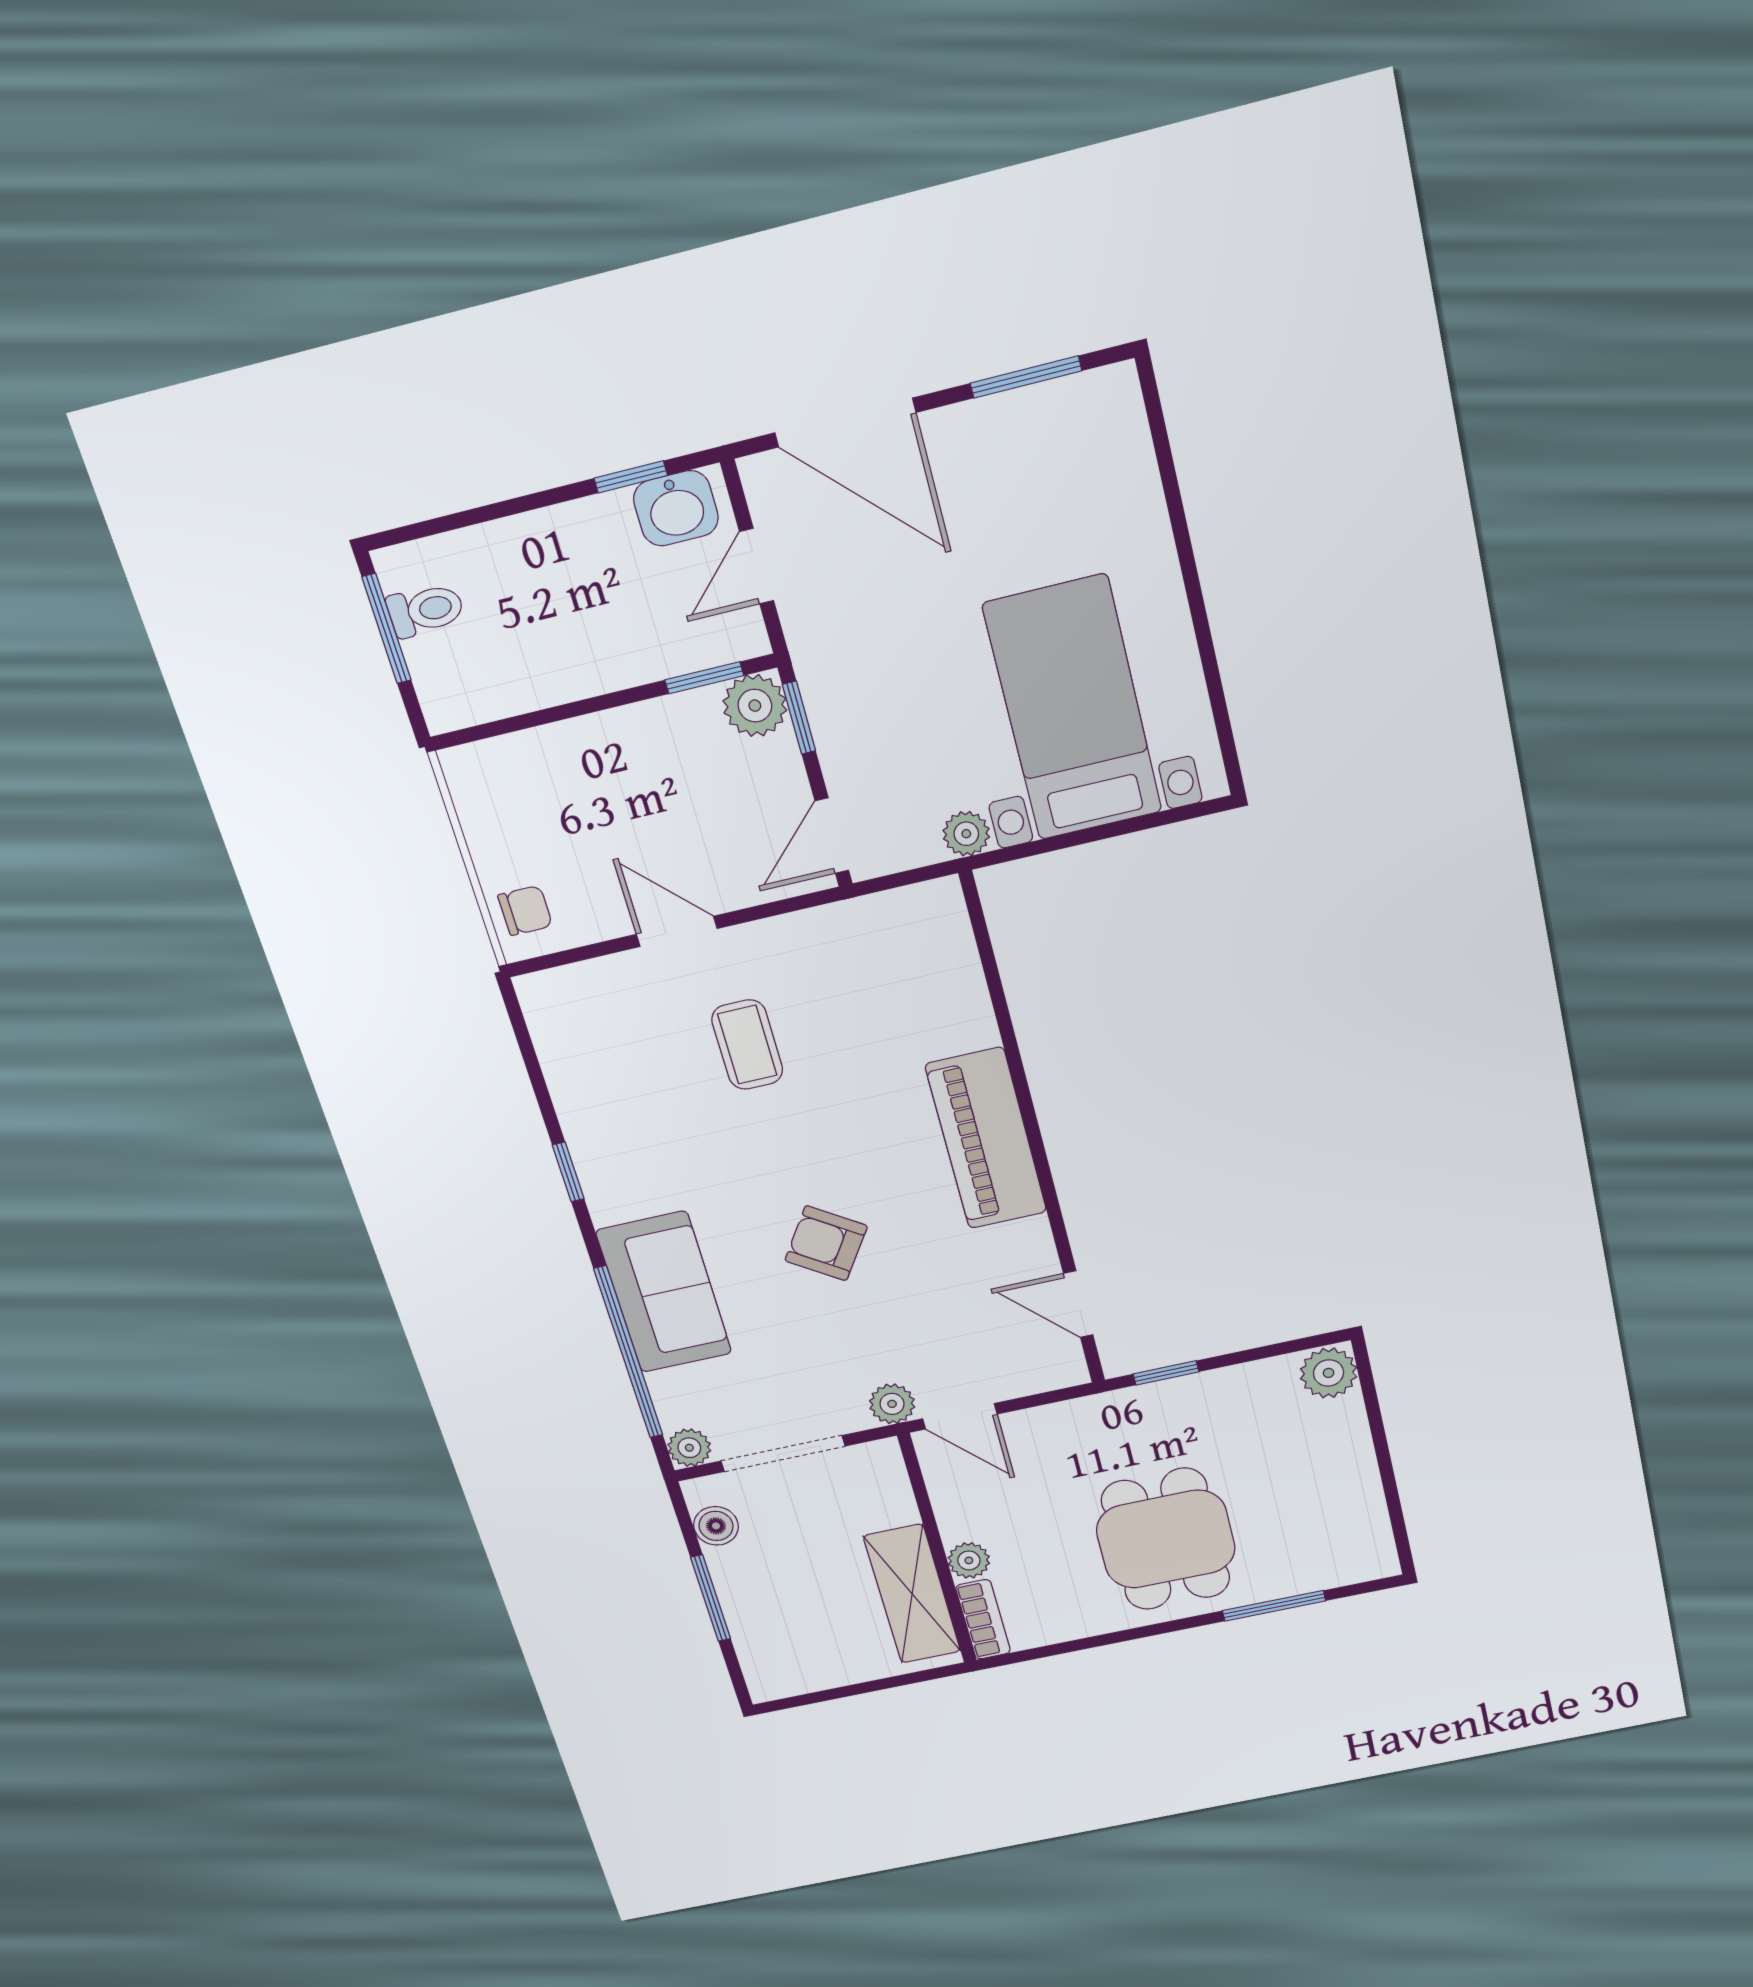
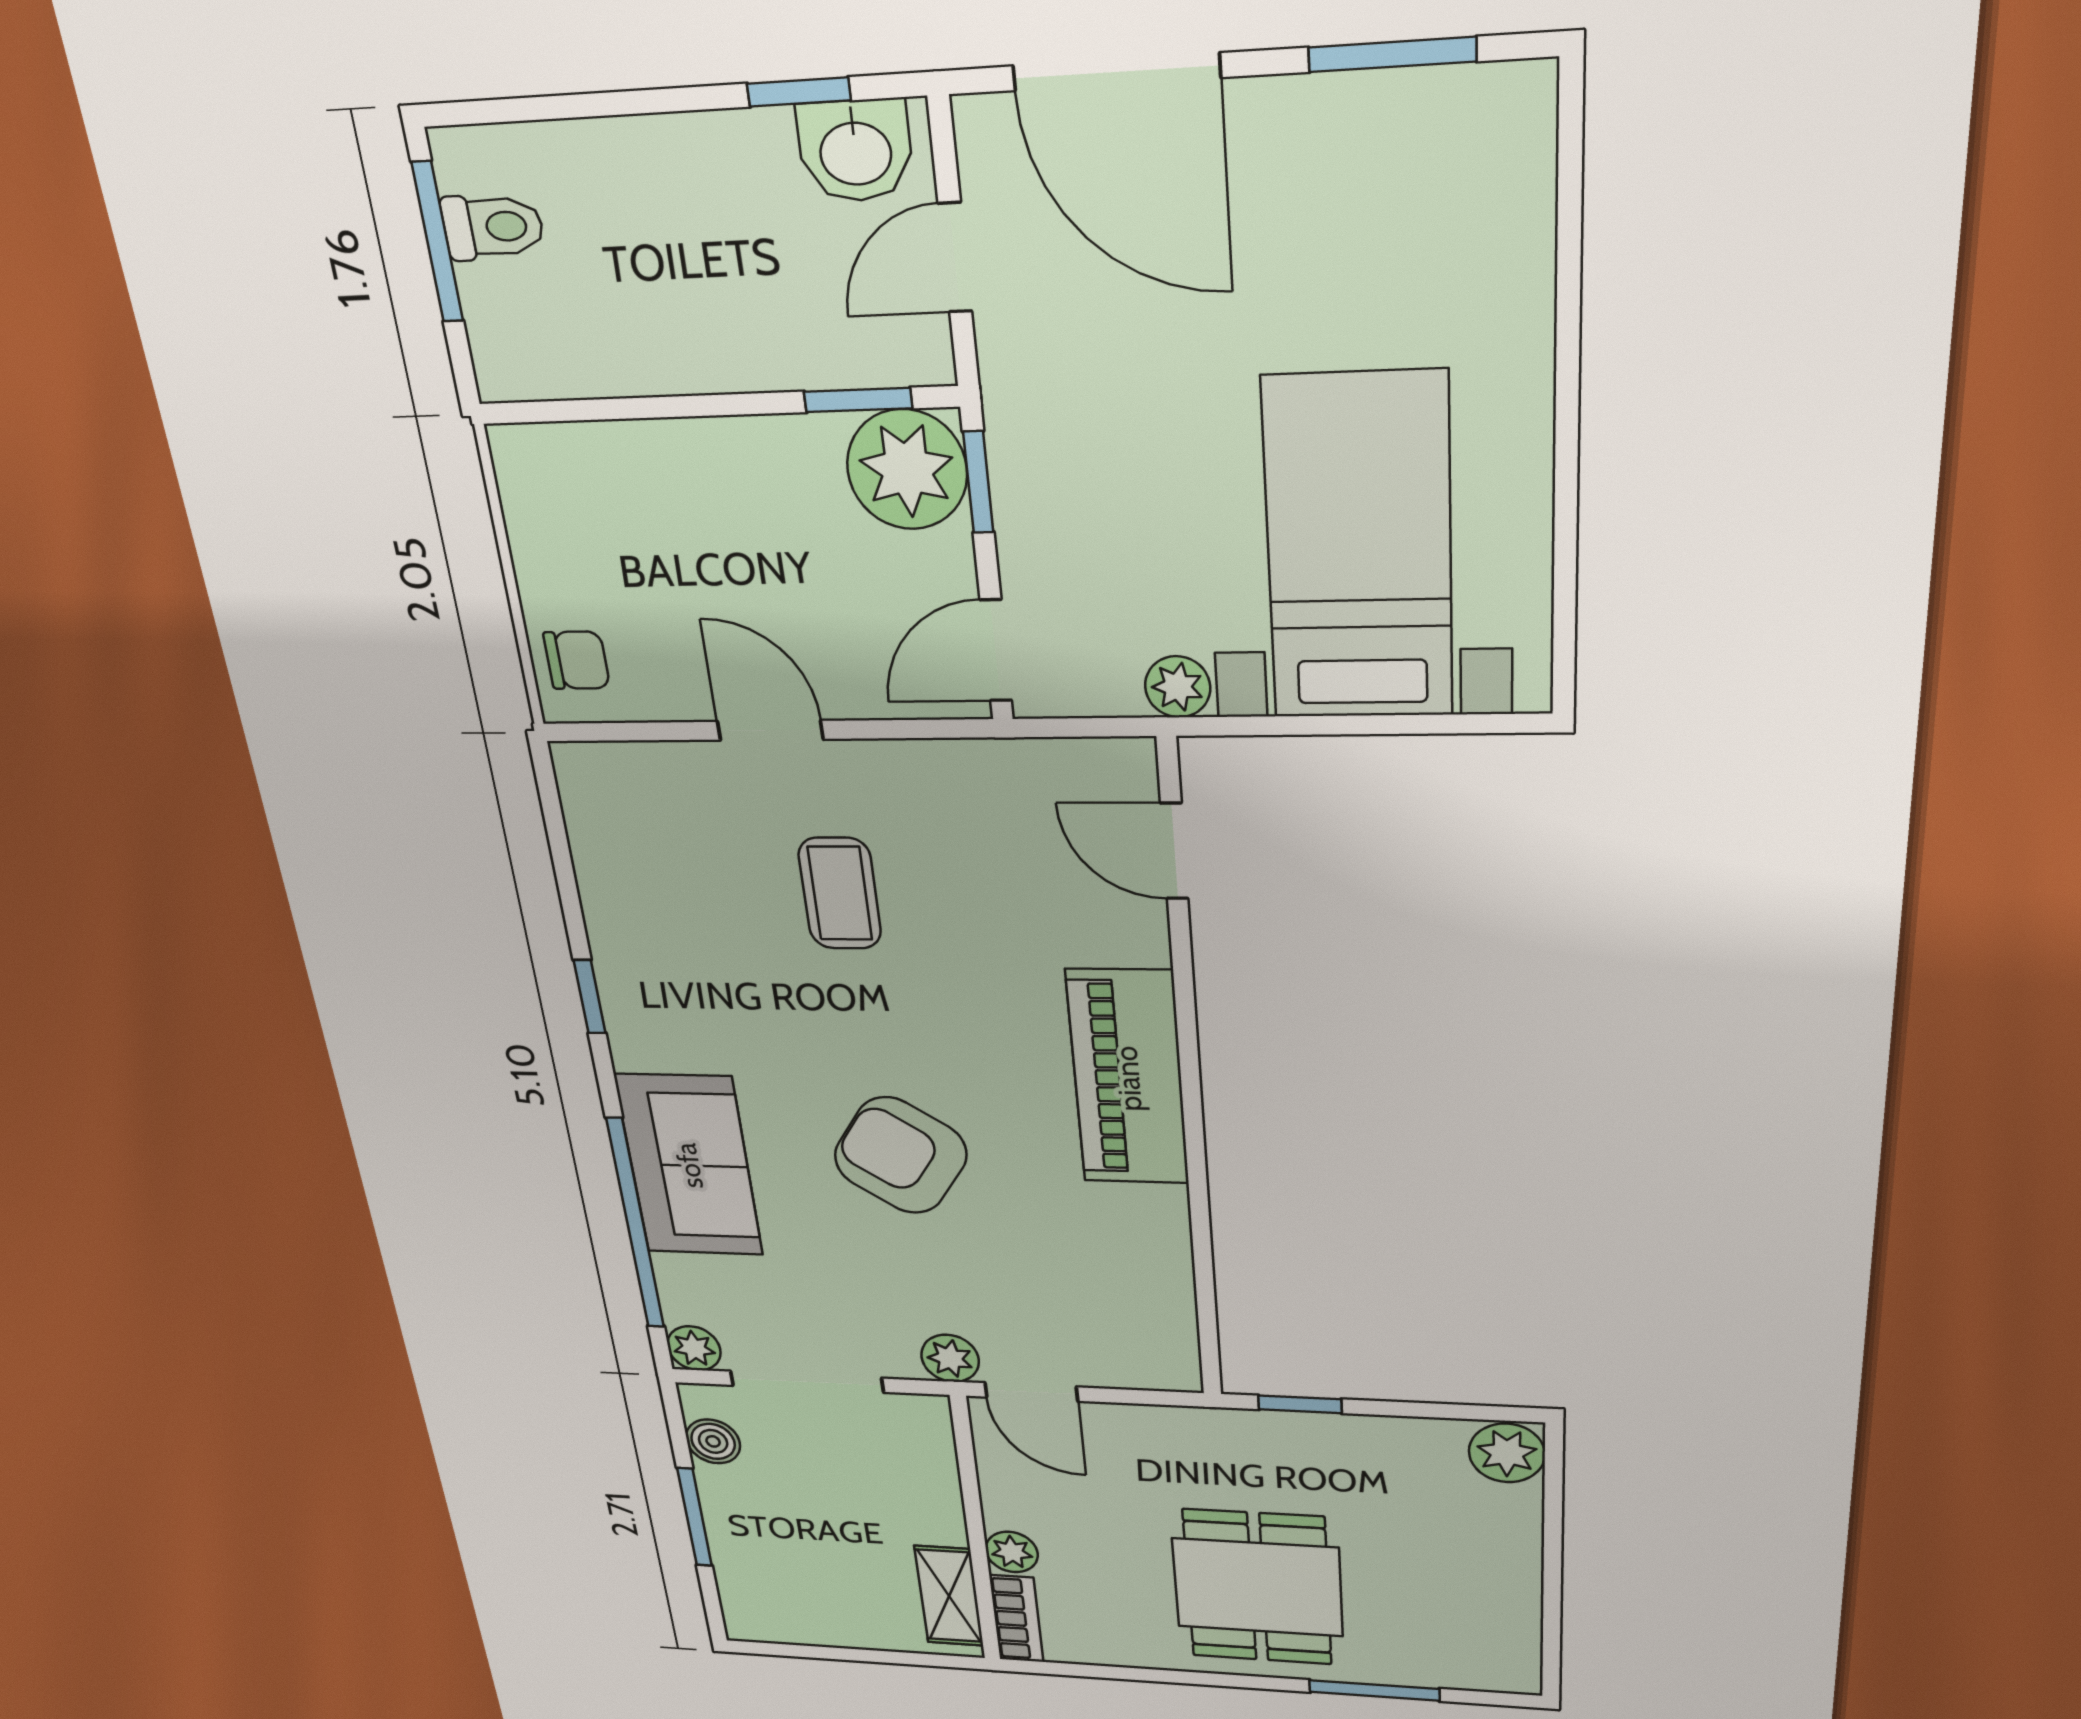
plant: (755, 706) -> (907, 469), width x1.36, depth x1.36
armchair: (826, 1243) -> (900, 1155), width x1.38, depth x1.38
door: (1078, 1304) -> (1174, 851), moved
shelving: (912, 1594) -> (949, 1596), width x0.67, depth x0.75

